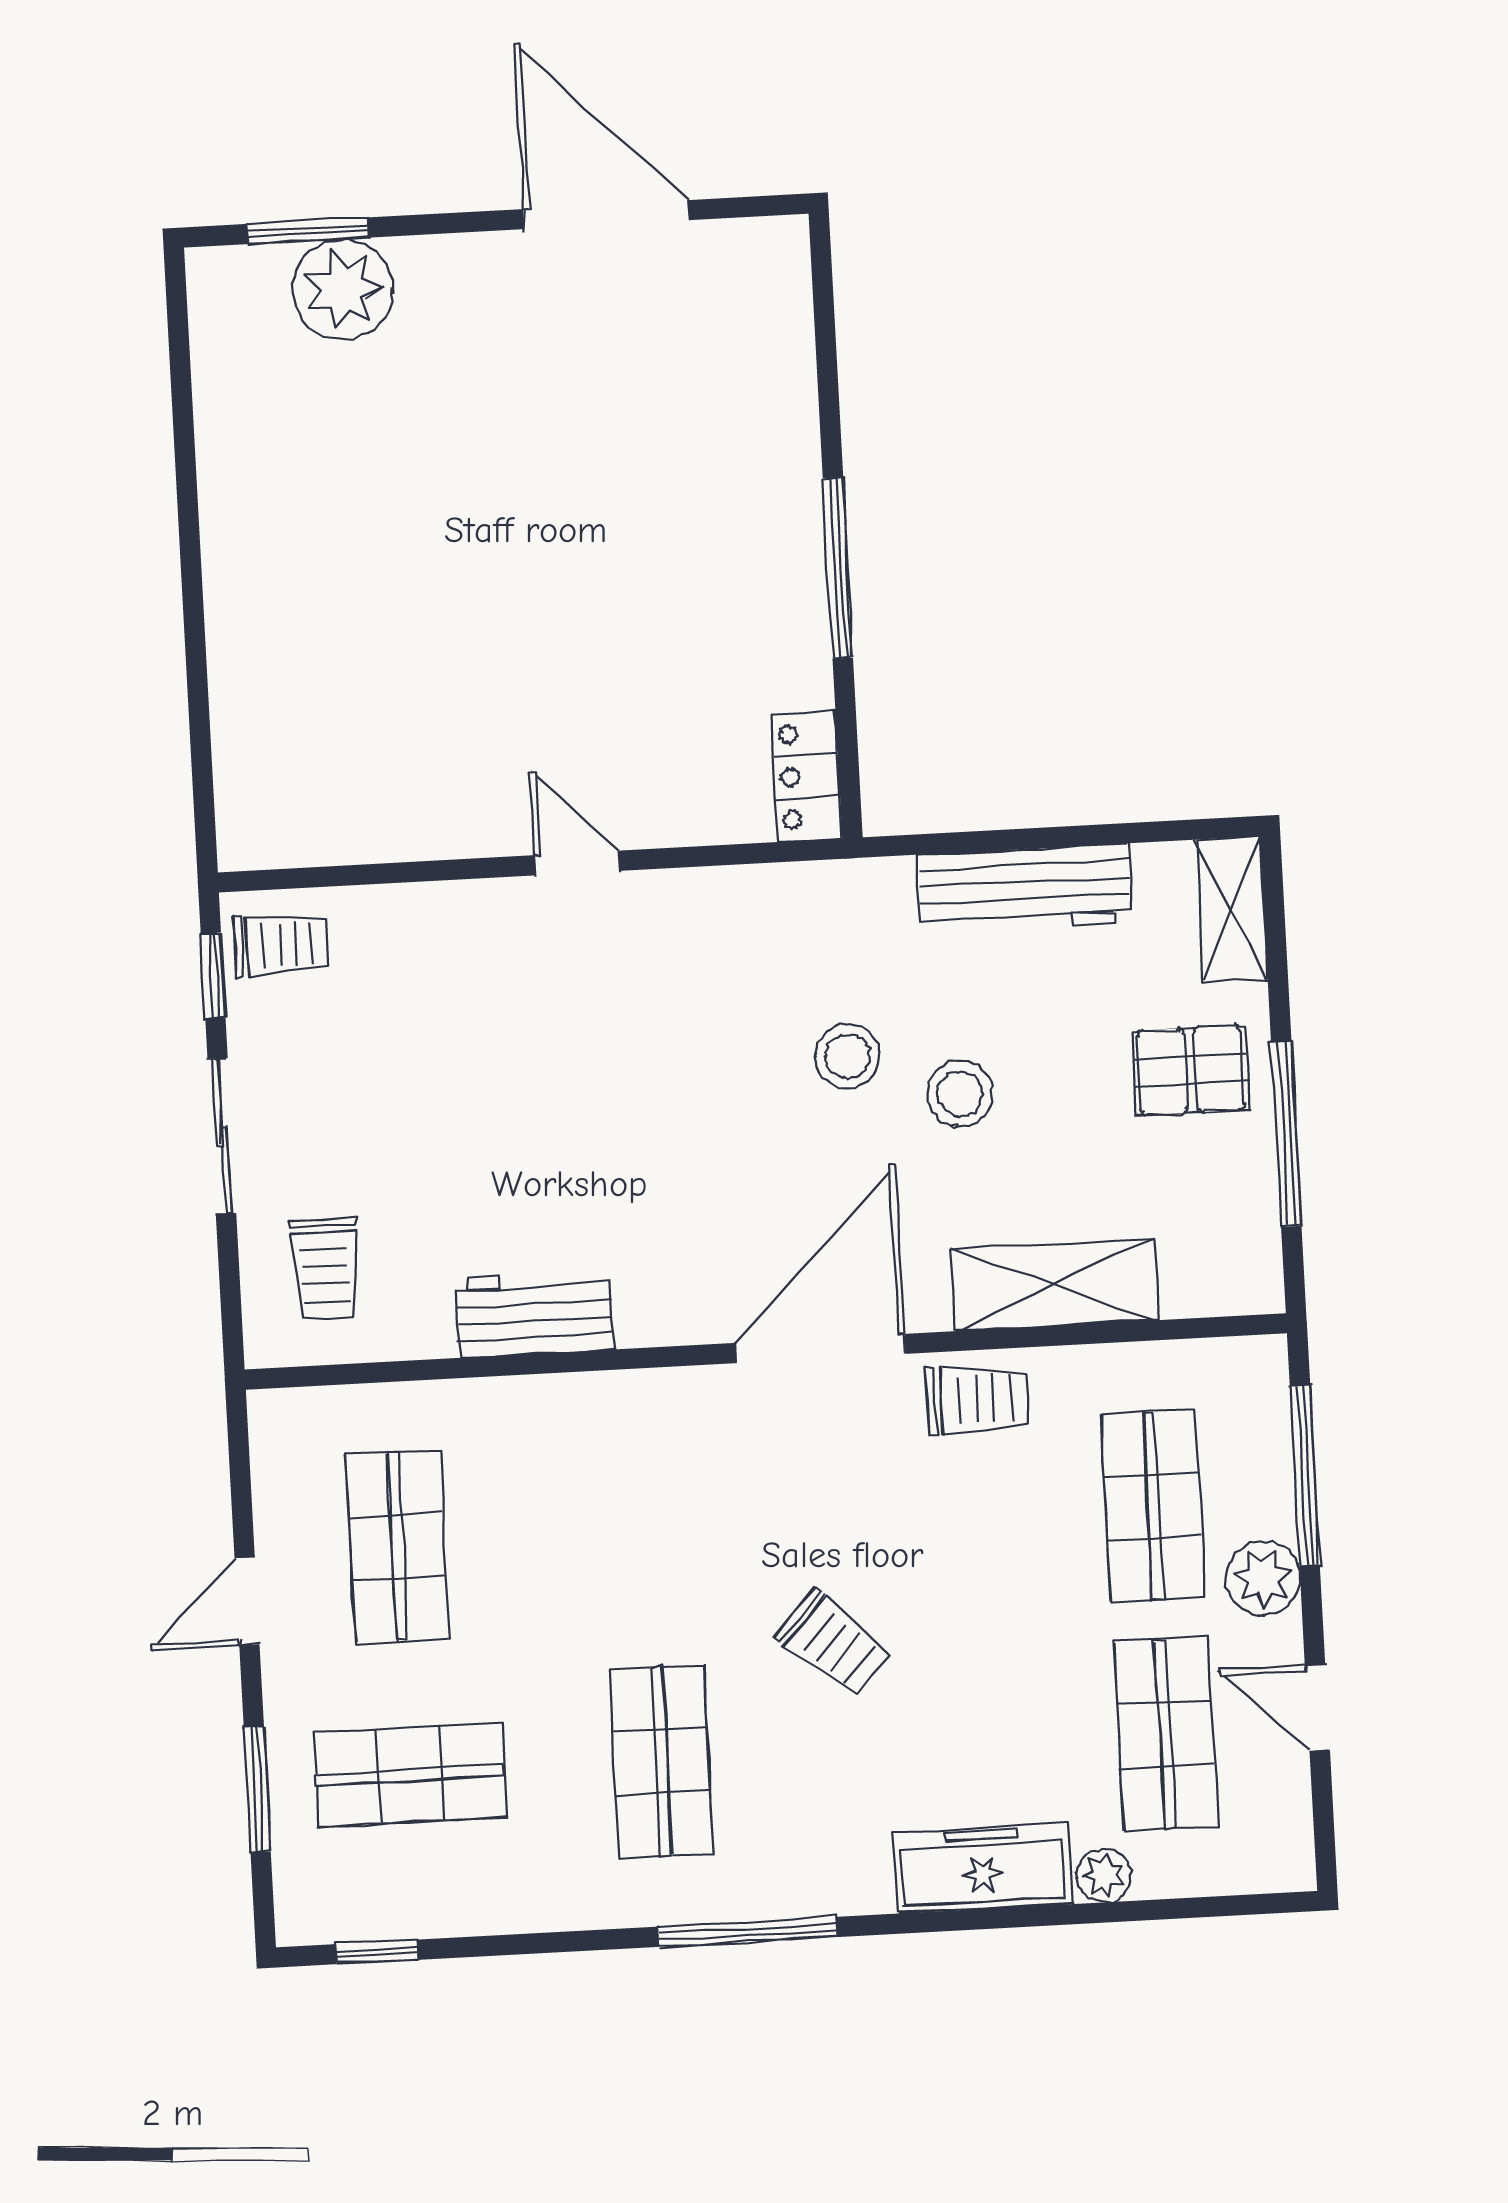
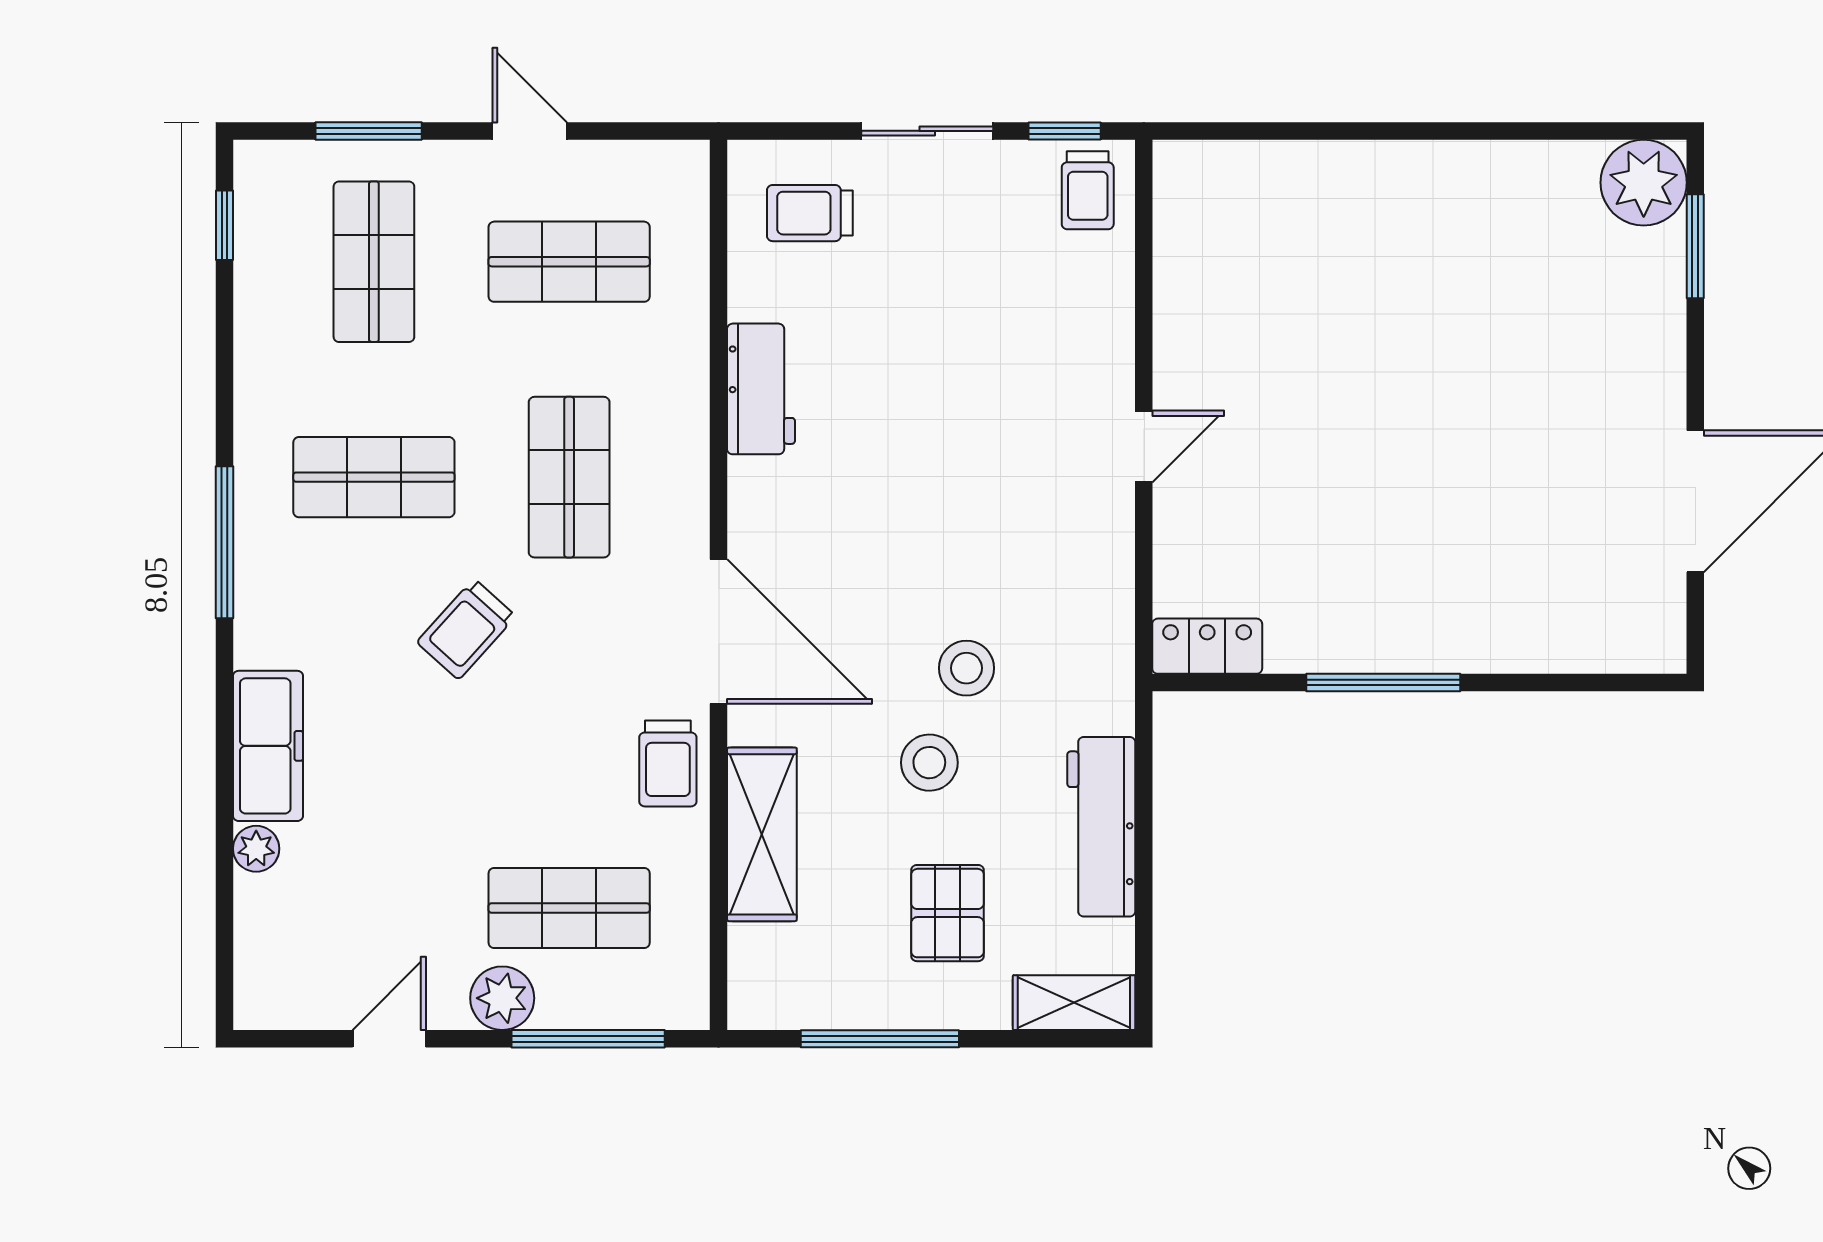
plant: (343, 289) -> (1644, 183), moved
pallet: (1191, 1070) -> (948, 913), moved
shop shelf: (1166, 1734) -> (569, 477), moved, turned 90

